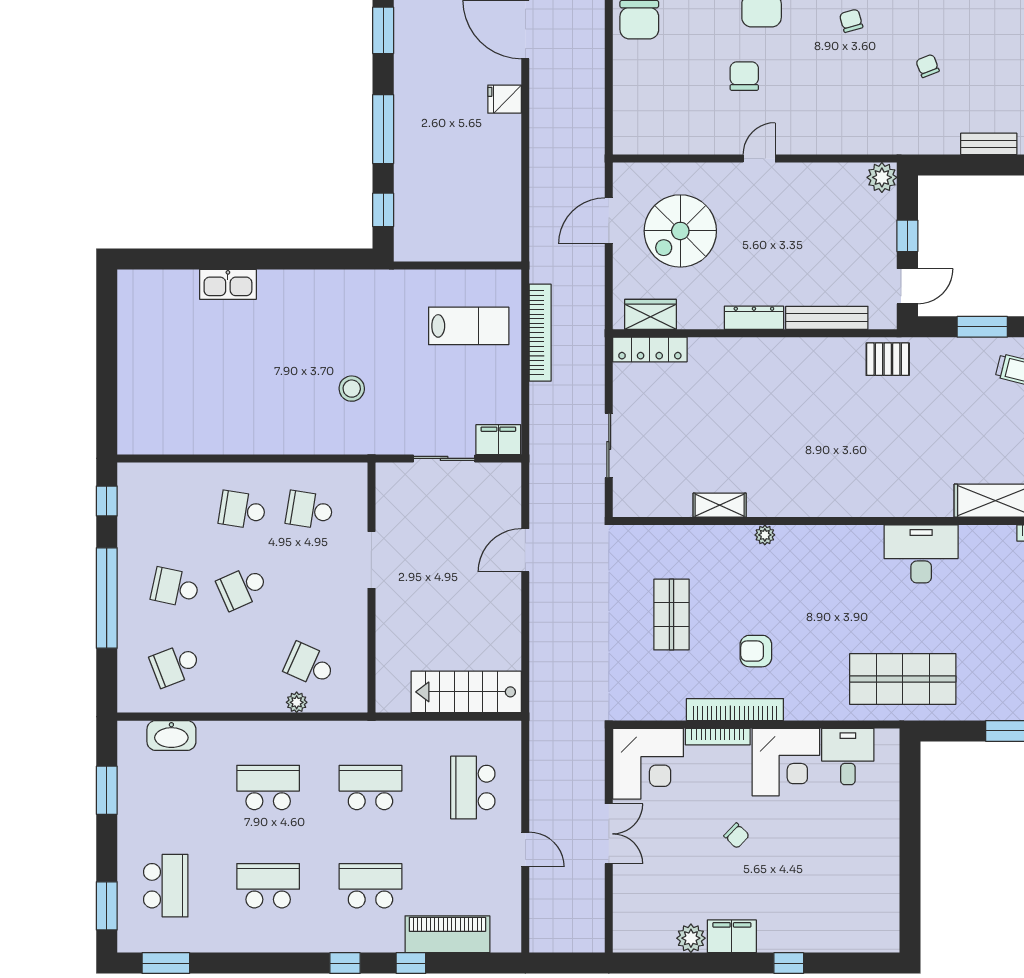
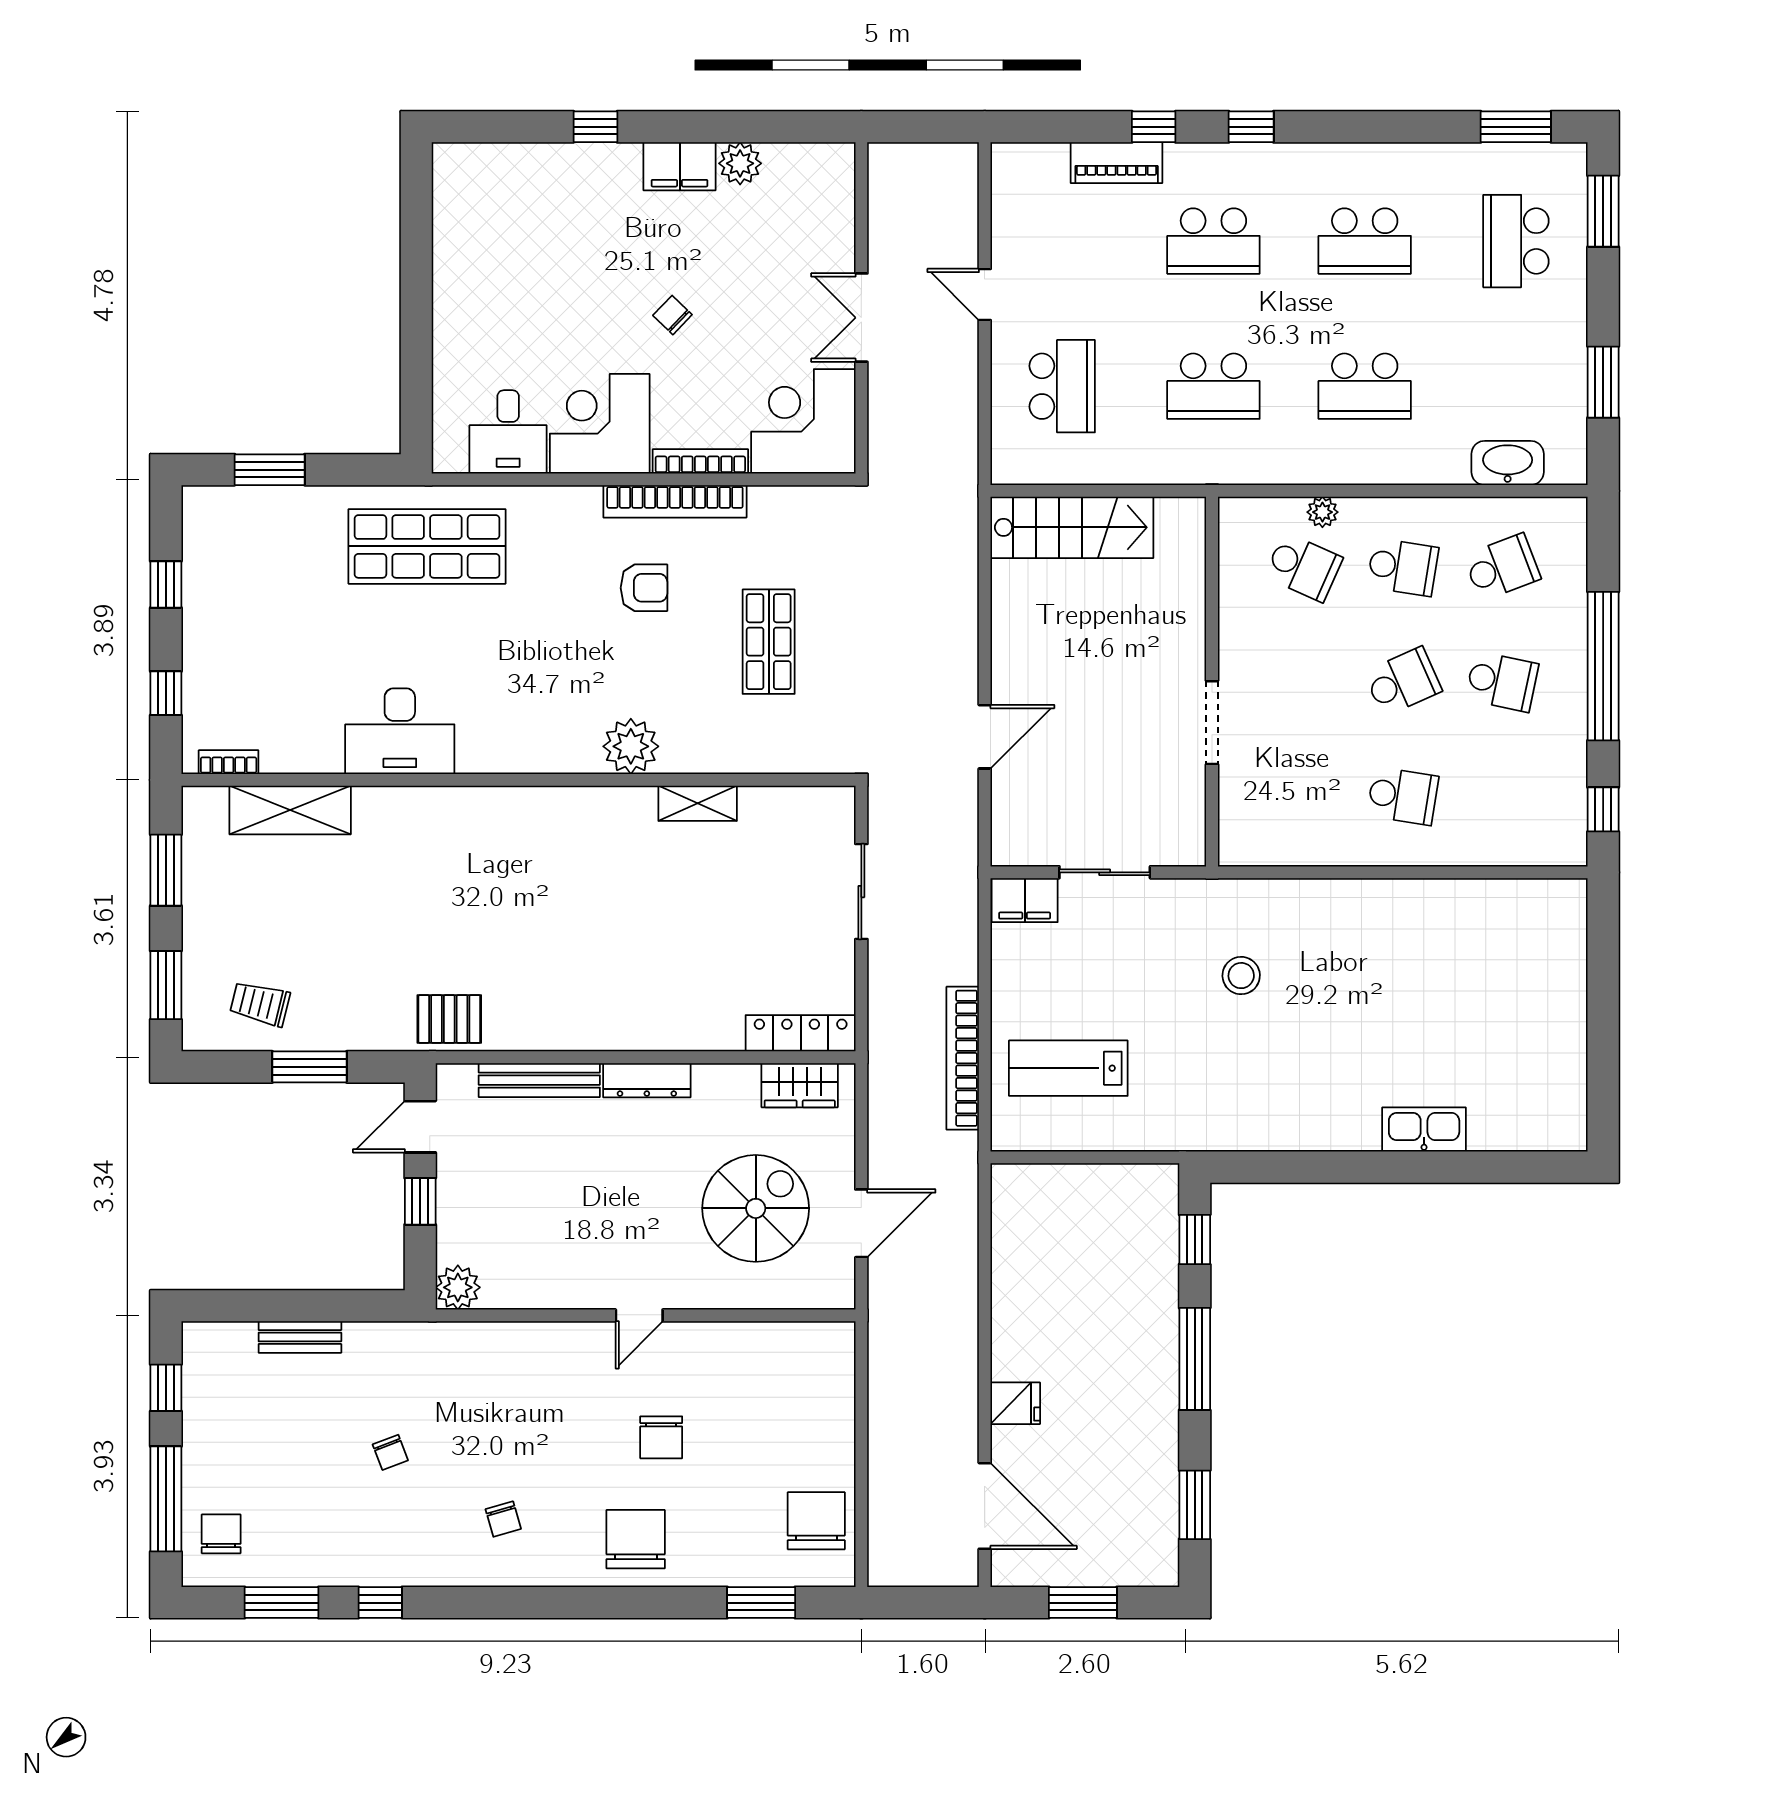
school desk: (310, 510) -> (1403, 567), moved
plant: (765, 535) -> (631, 746), width x1.87, depth x1.87
piano: (447, 934) -> (1117, 163), width x0.73, depth x0.75

